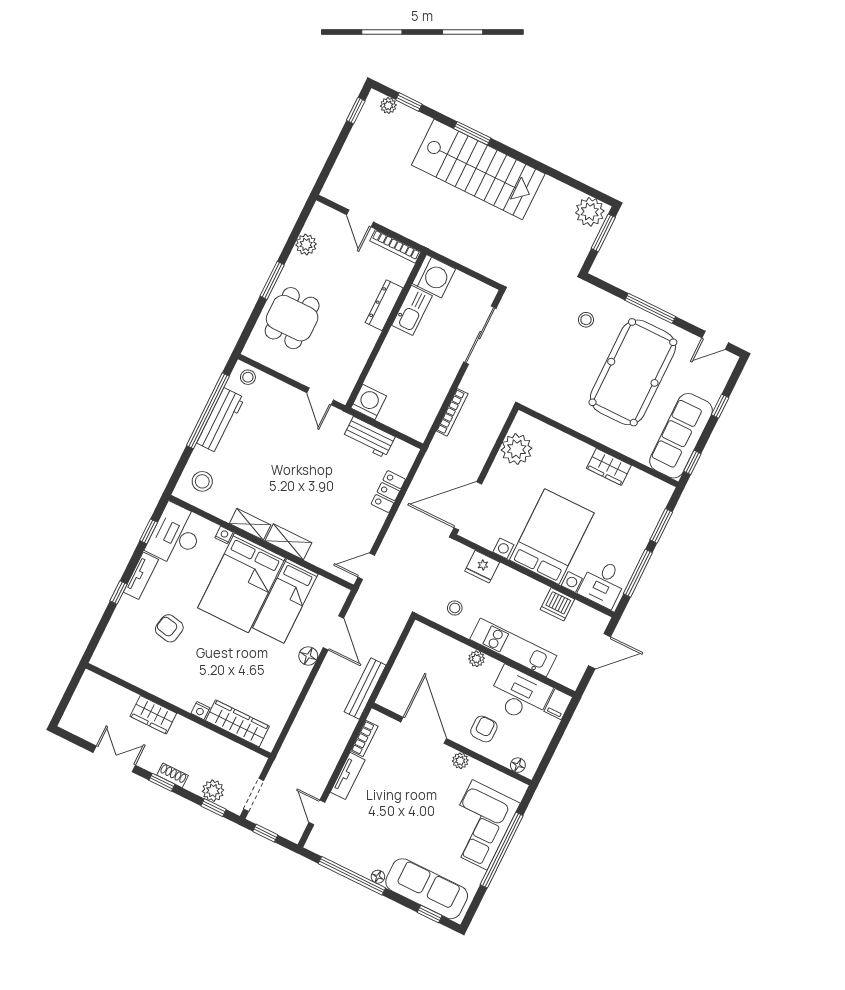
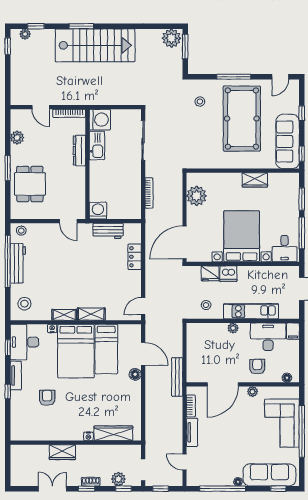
dishwasher: (557, 604) -> (228, 274), moved
armchair: (169, 628) -> (47, 398), turned 79
door: (424, 730) -> (223, 384), swing flipped

